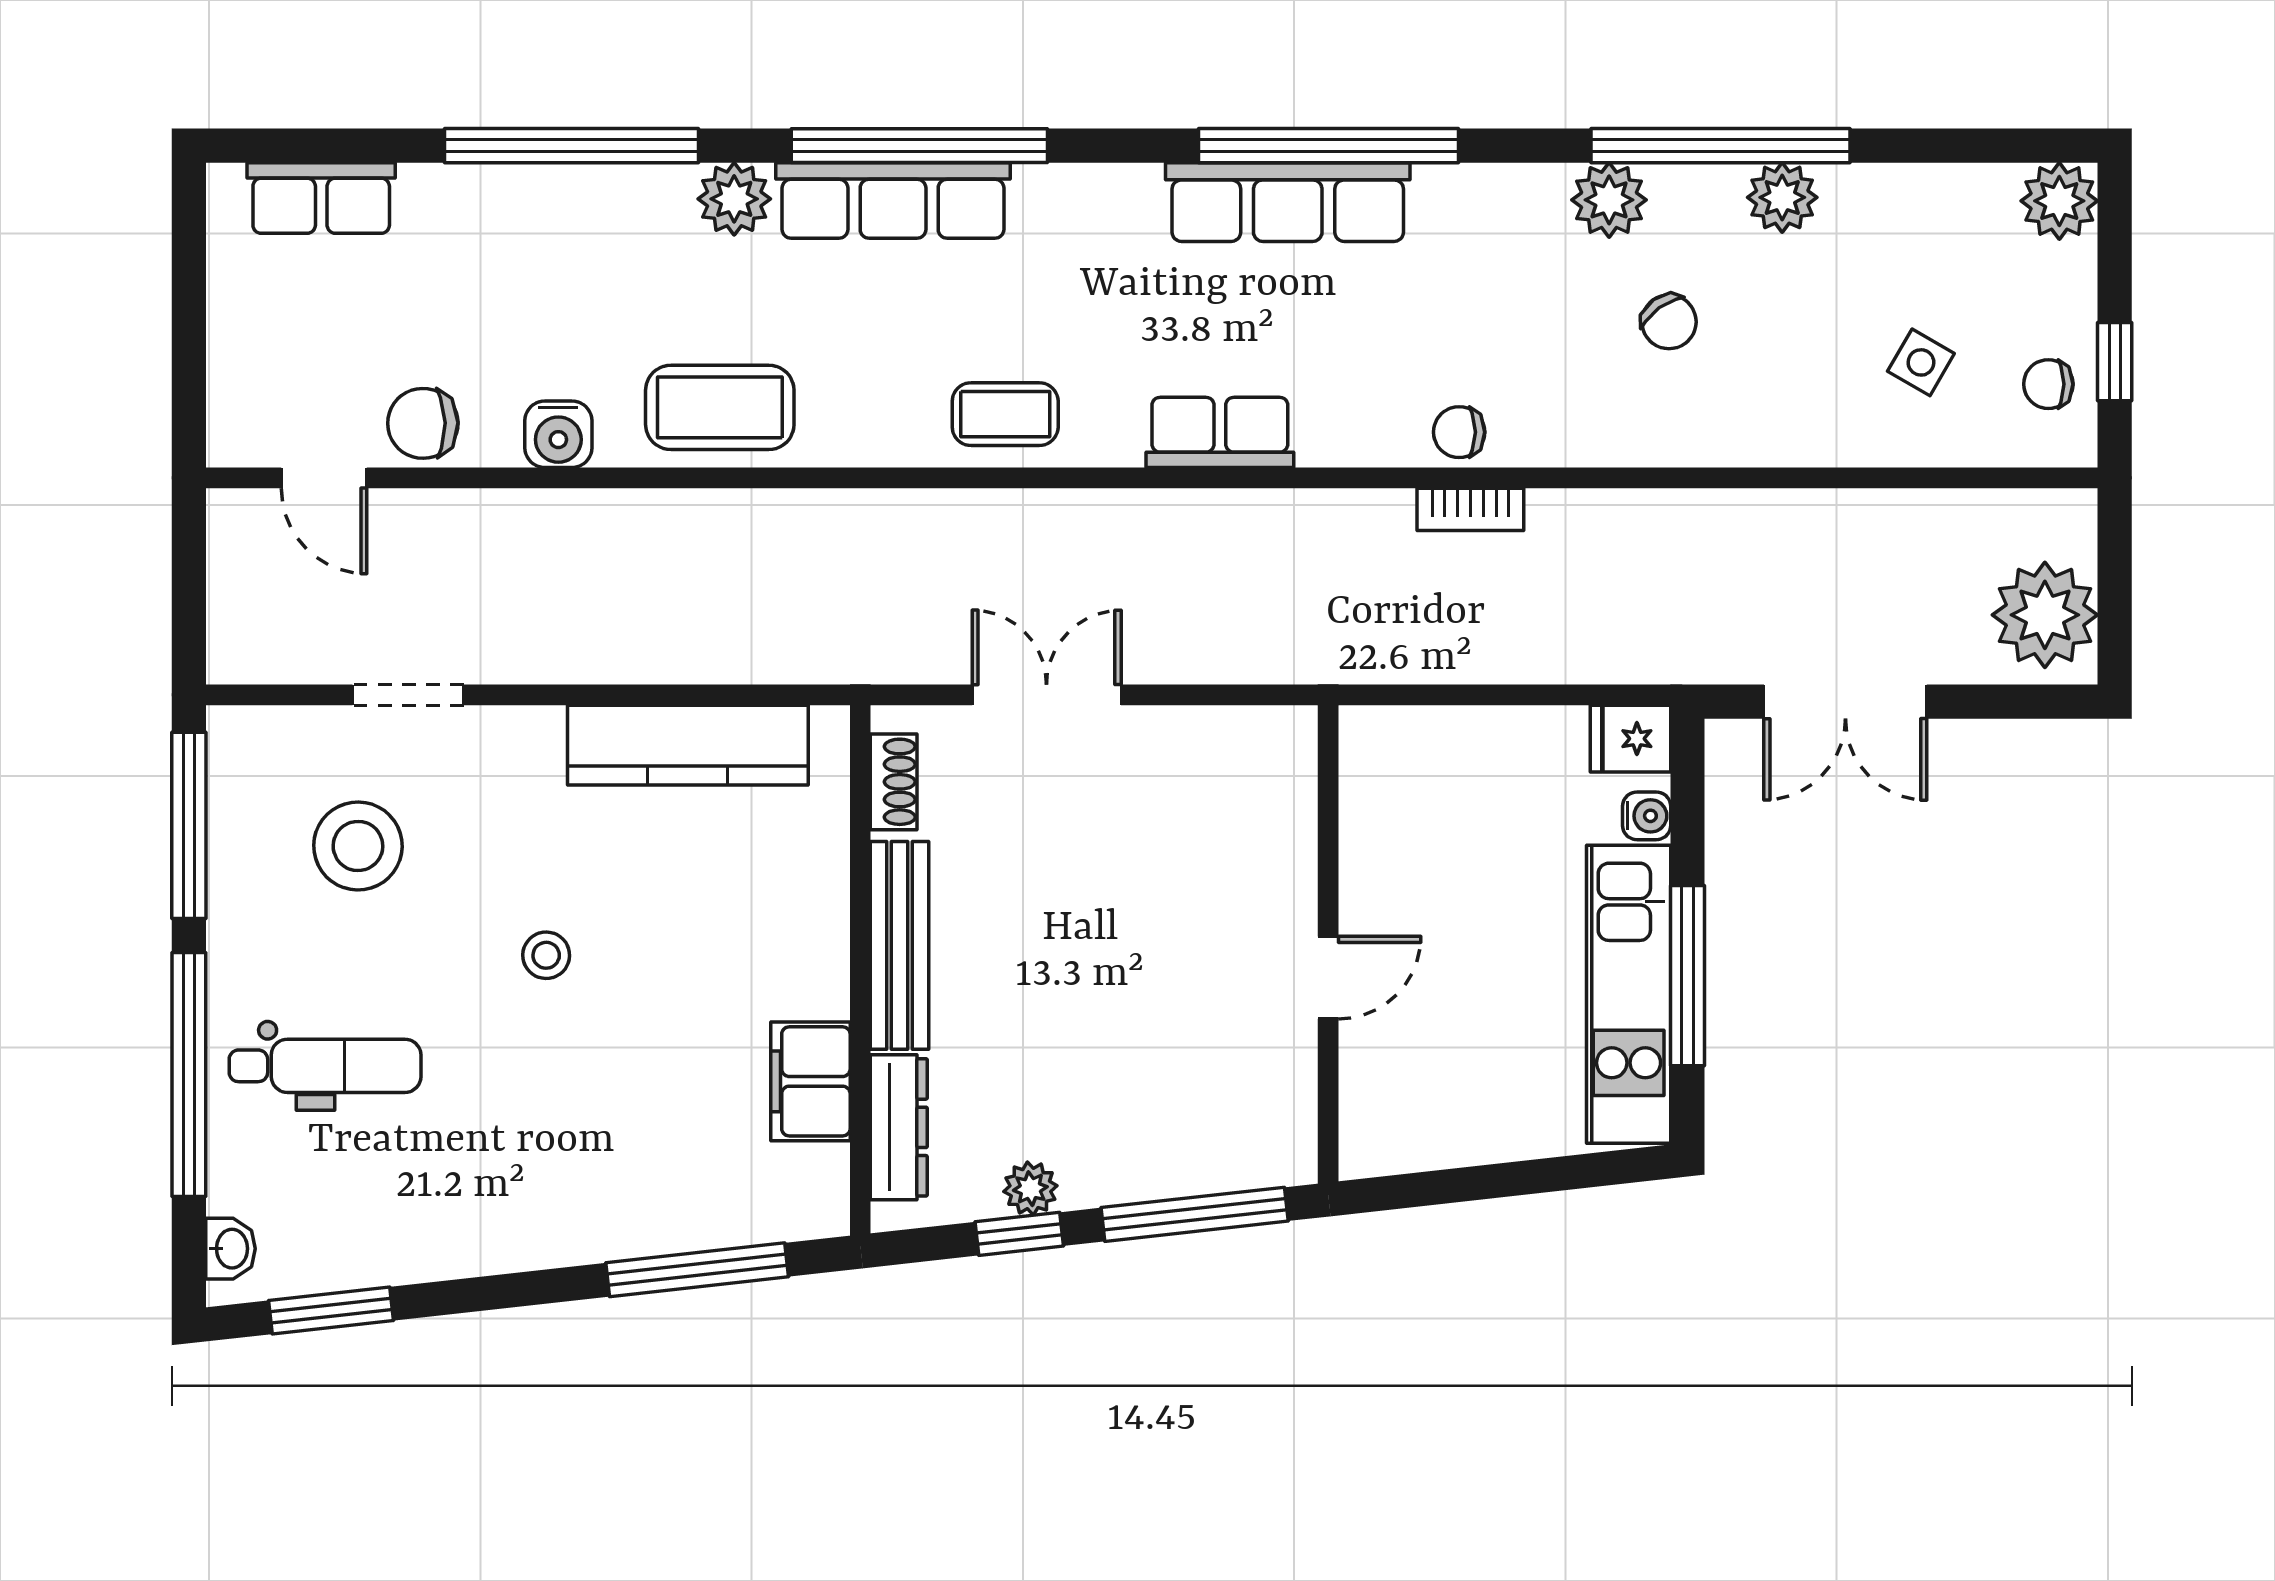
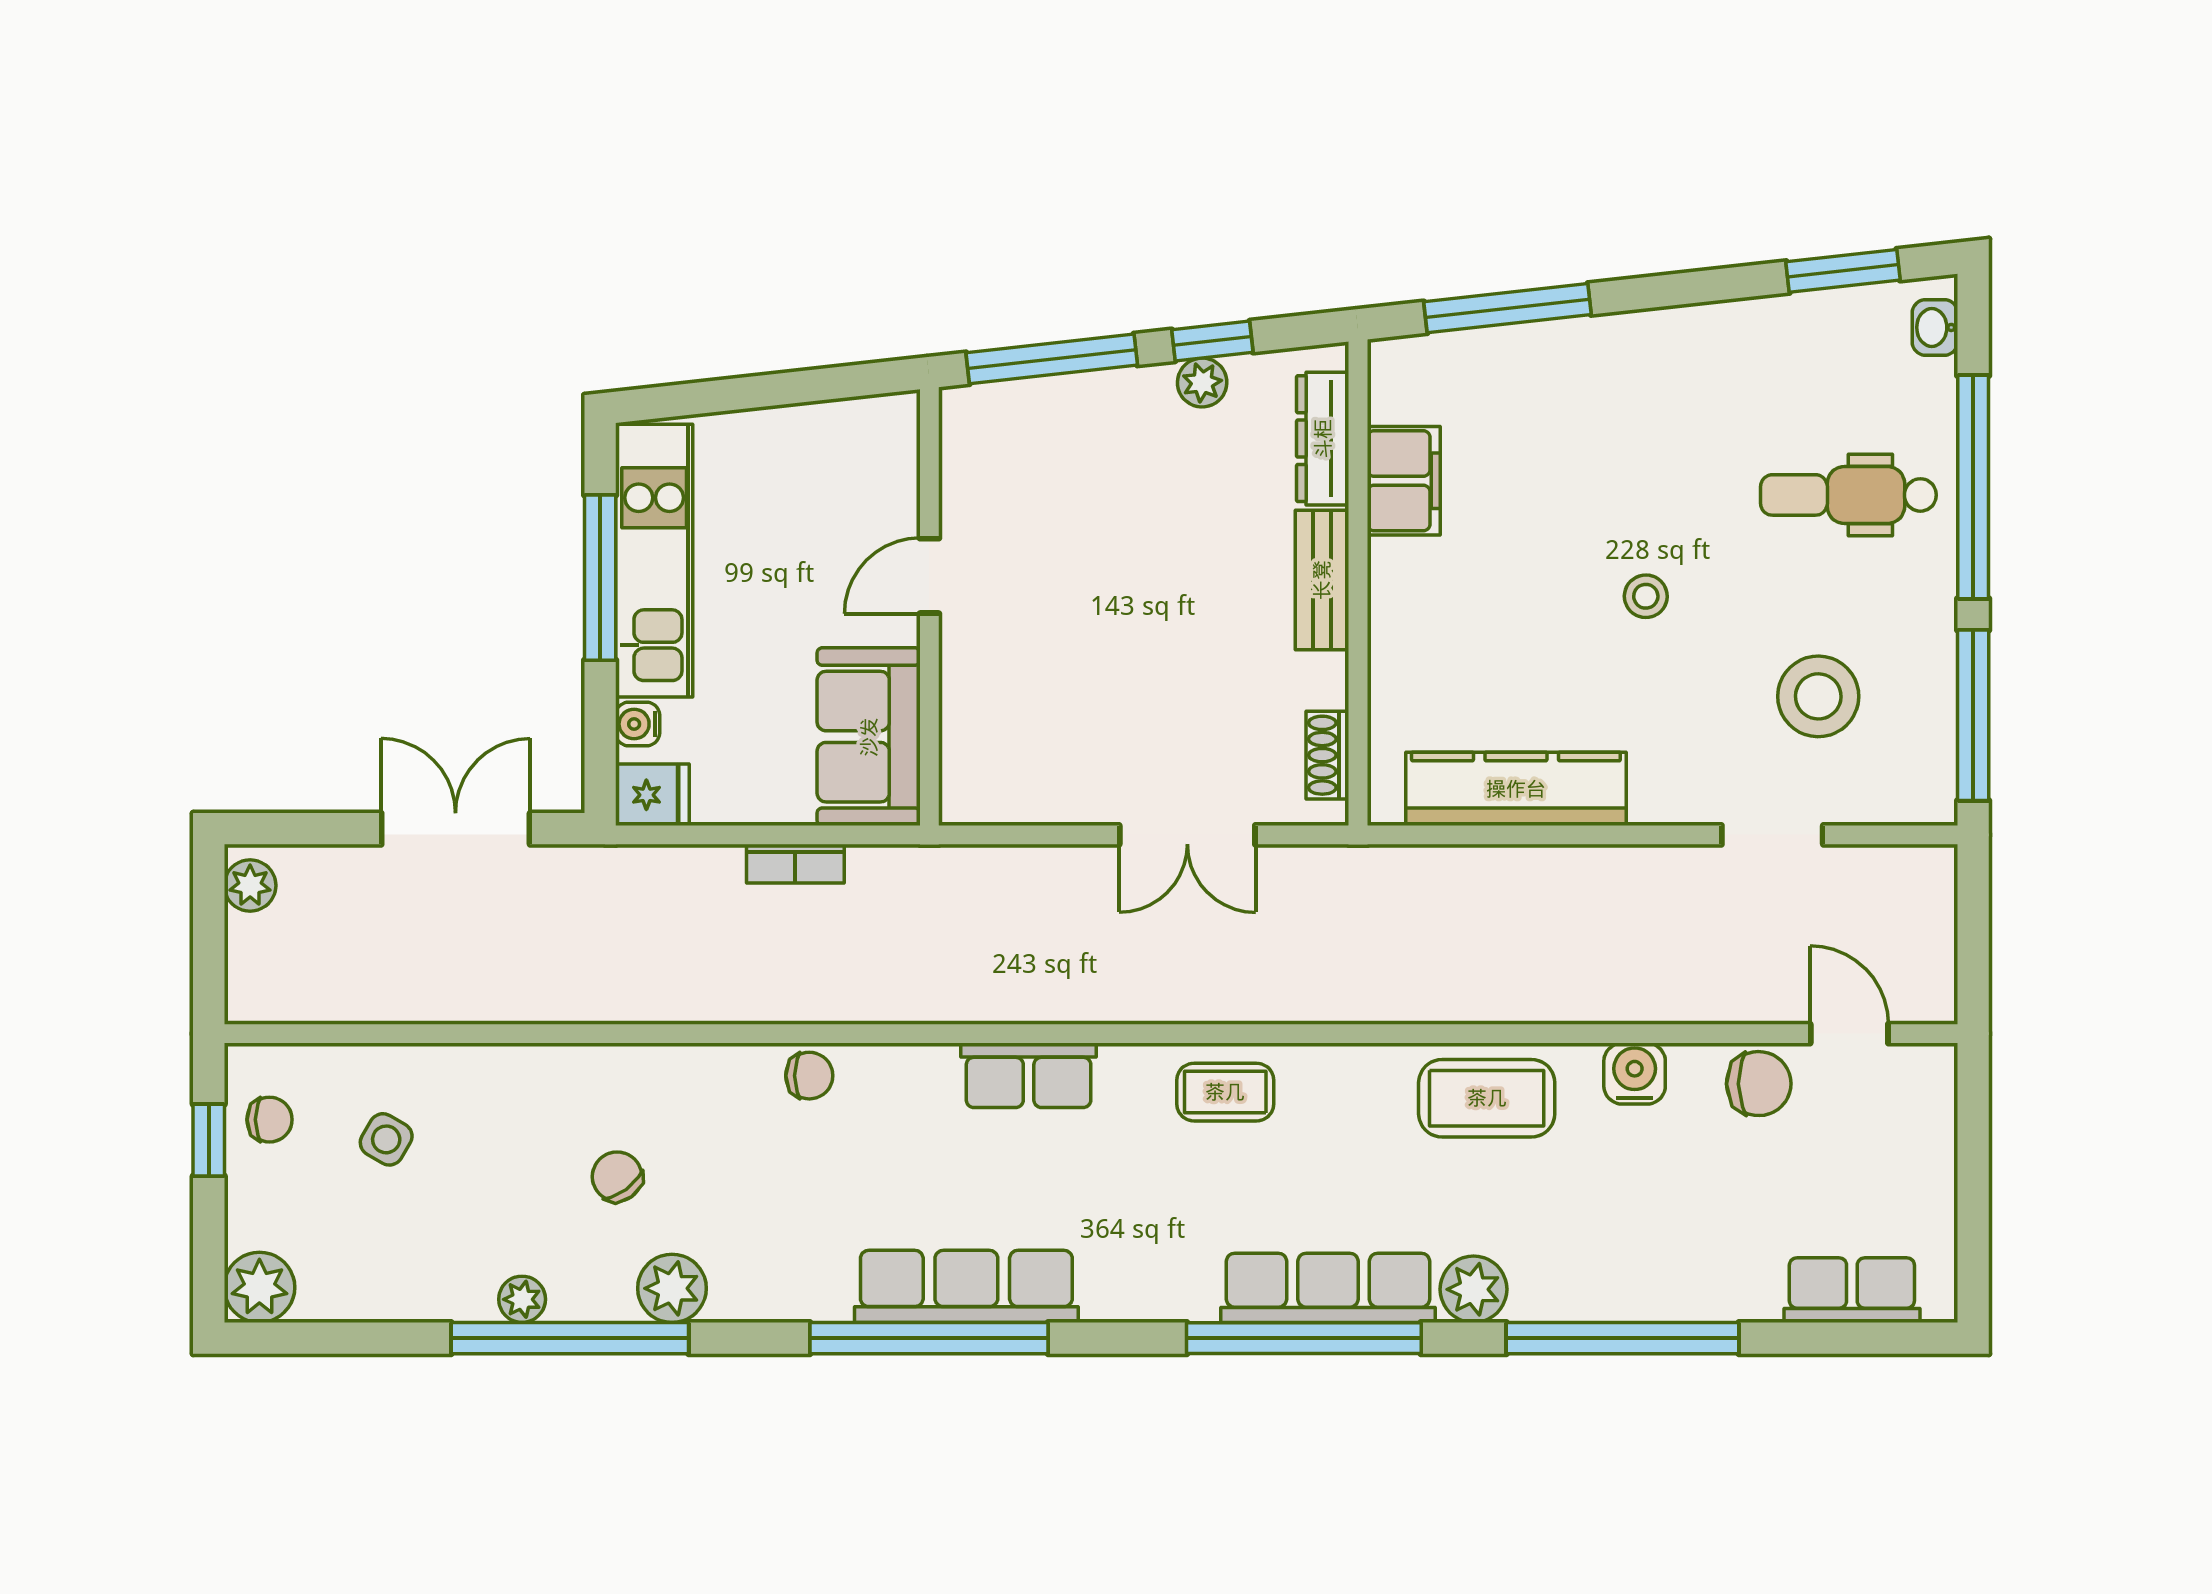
plant: (1782, 197) -> (522, 1299), width x0.73, depth x0.73
bookcase: (1470, 509) -> (795, 864), moved, turned 180
plant: (2045, 615) -> (250, 886), width x0.53, depth x0.53
sofa: (1394, 802) -> (869, 737), added
bench: (899, 945) -> (1322, 580), width x0.73

